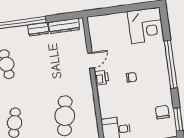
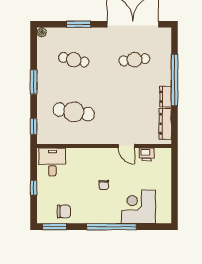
corner desk: (146, 25) -> (138, 207), moved, turned 90
printer: (101, 78) -> (147, 154), moved

